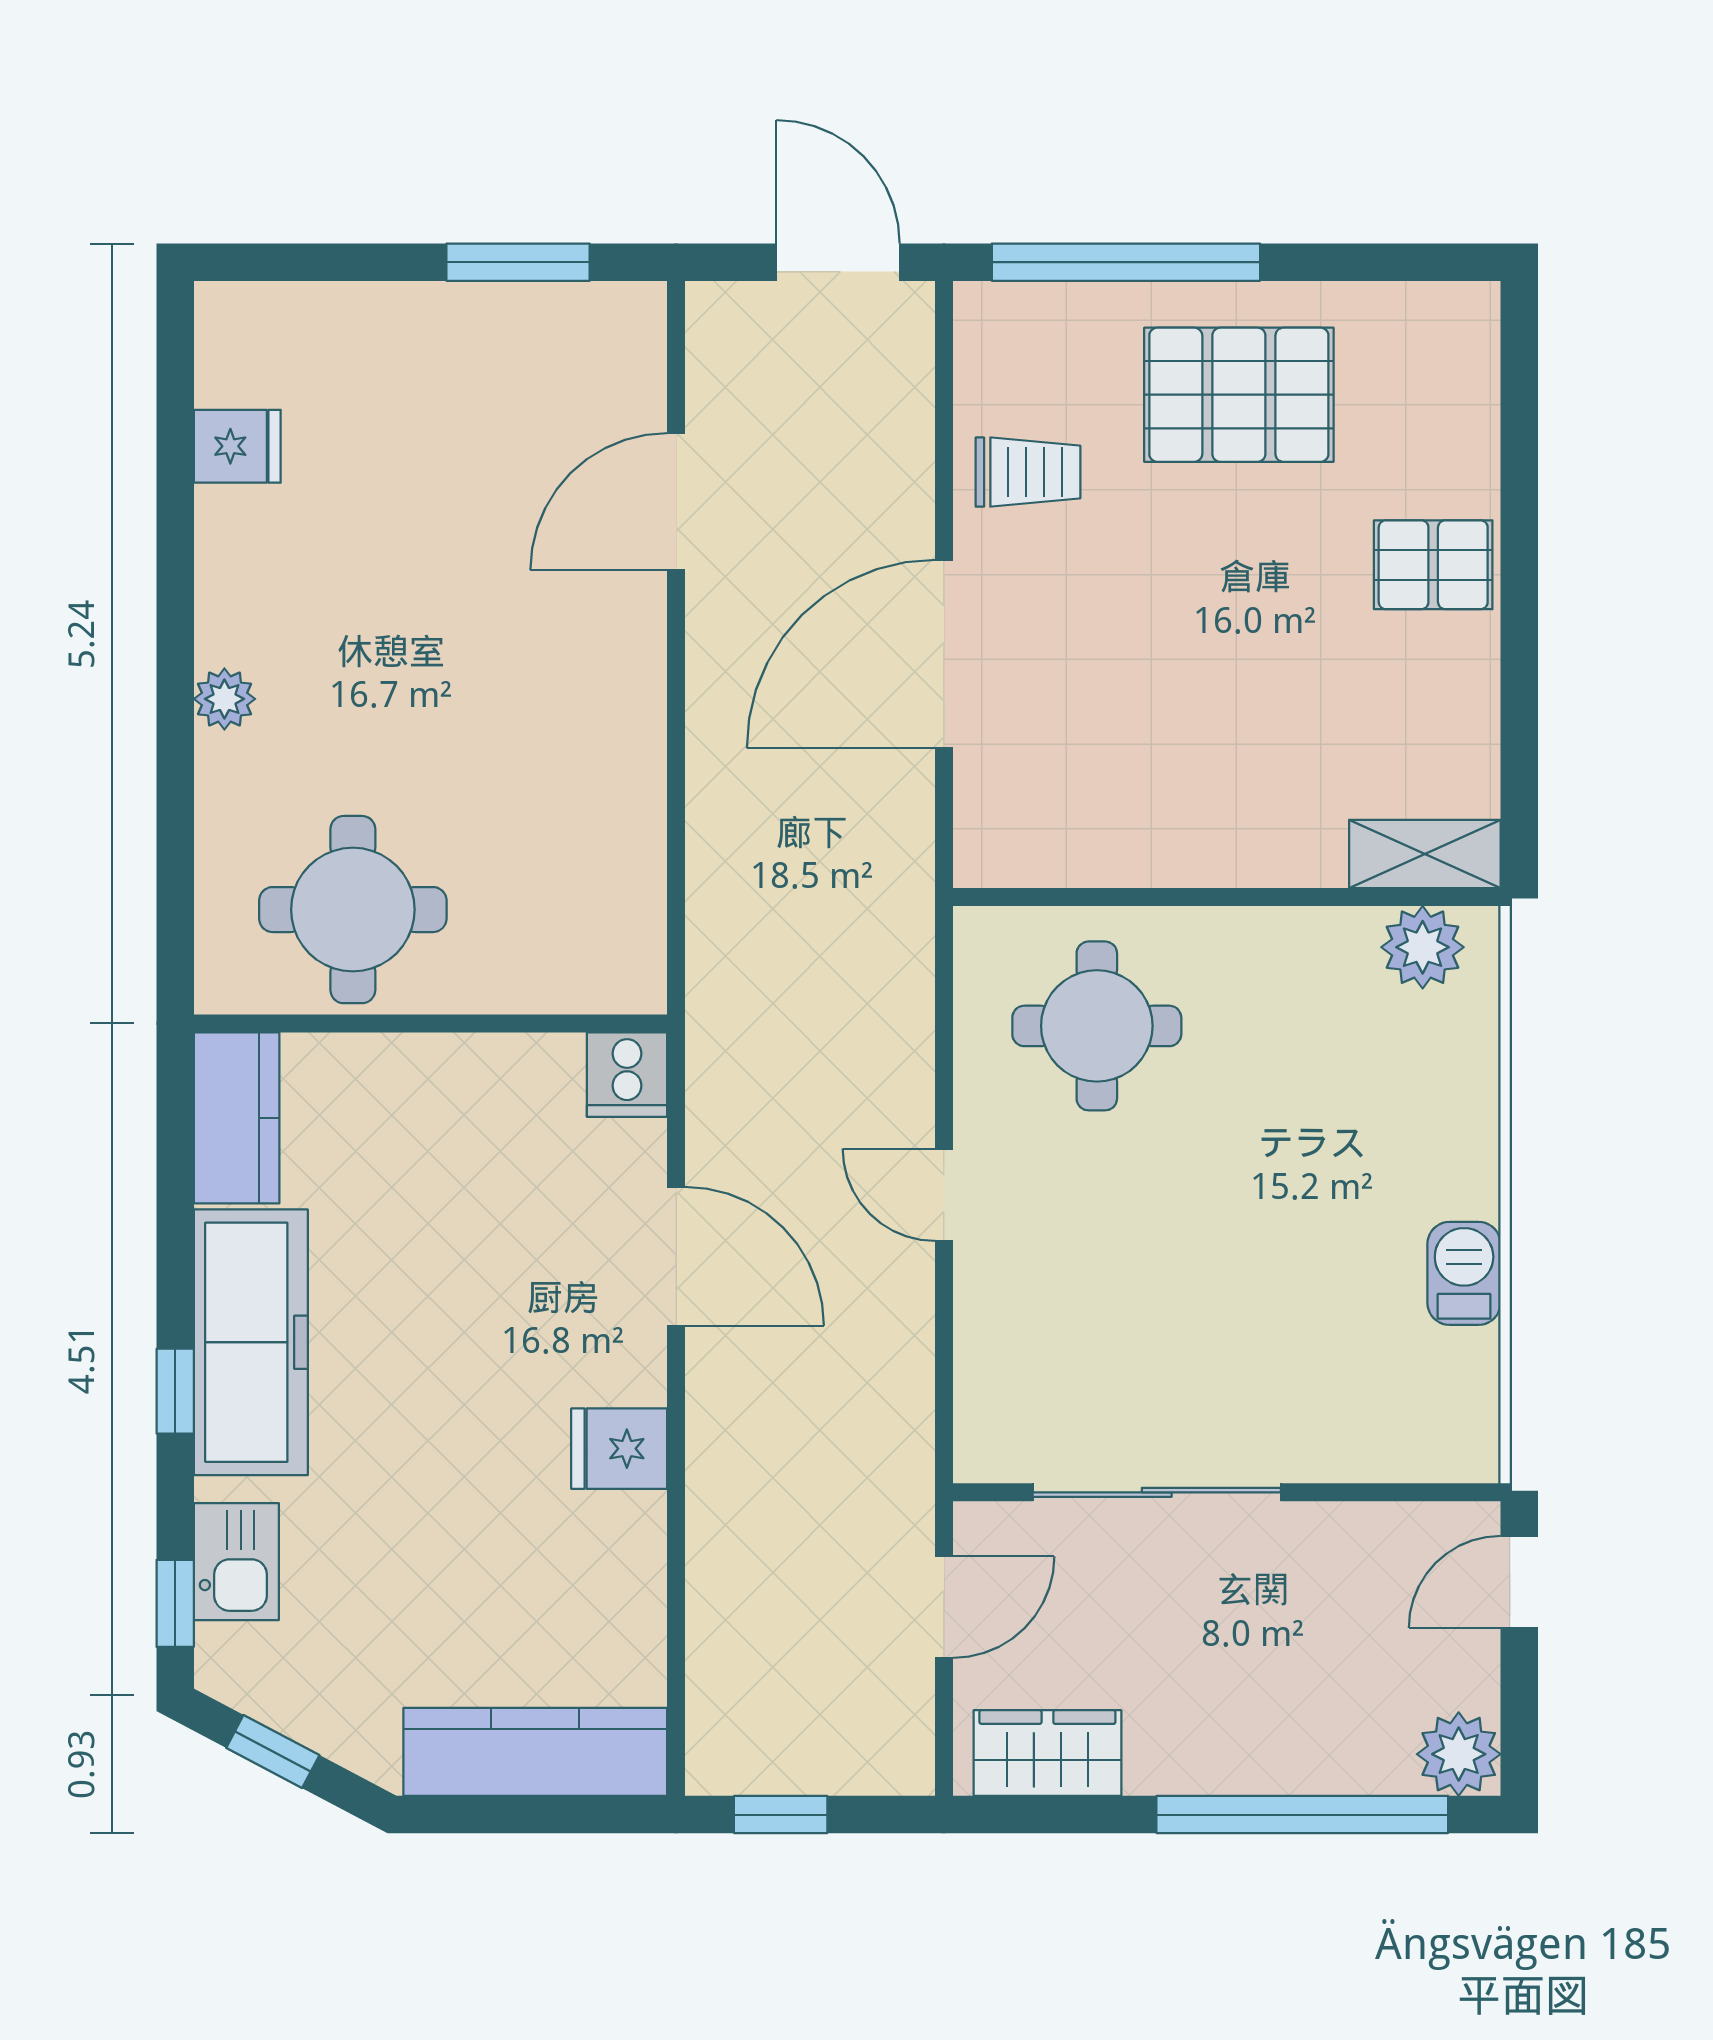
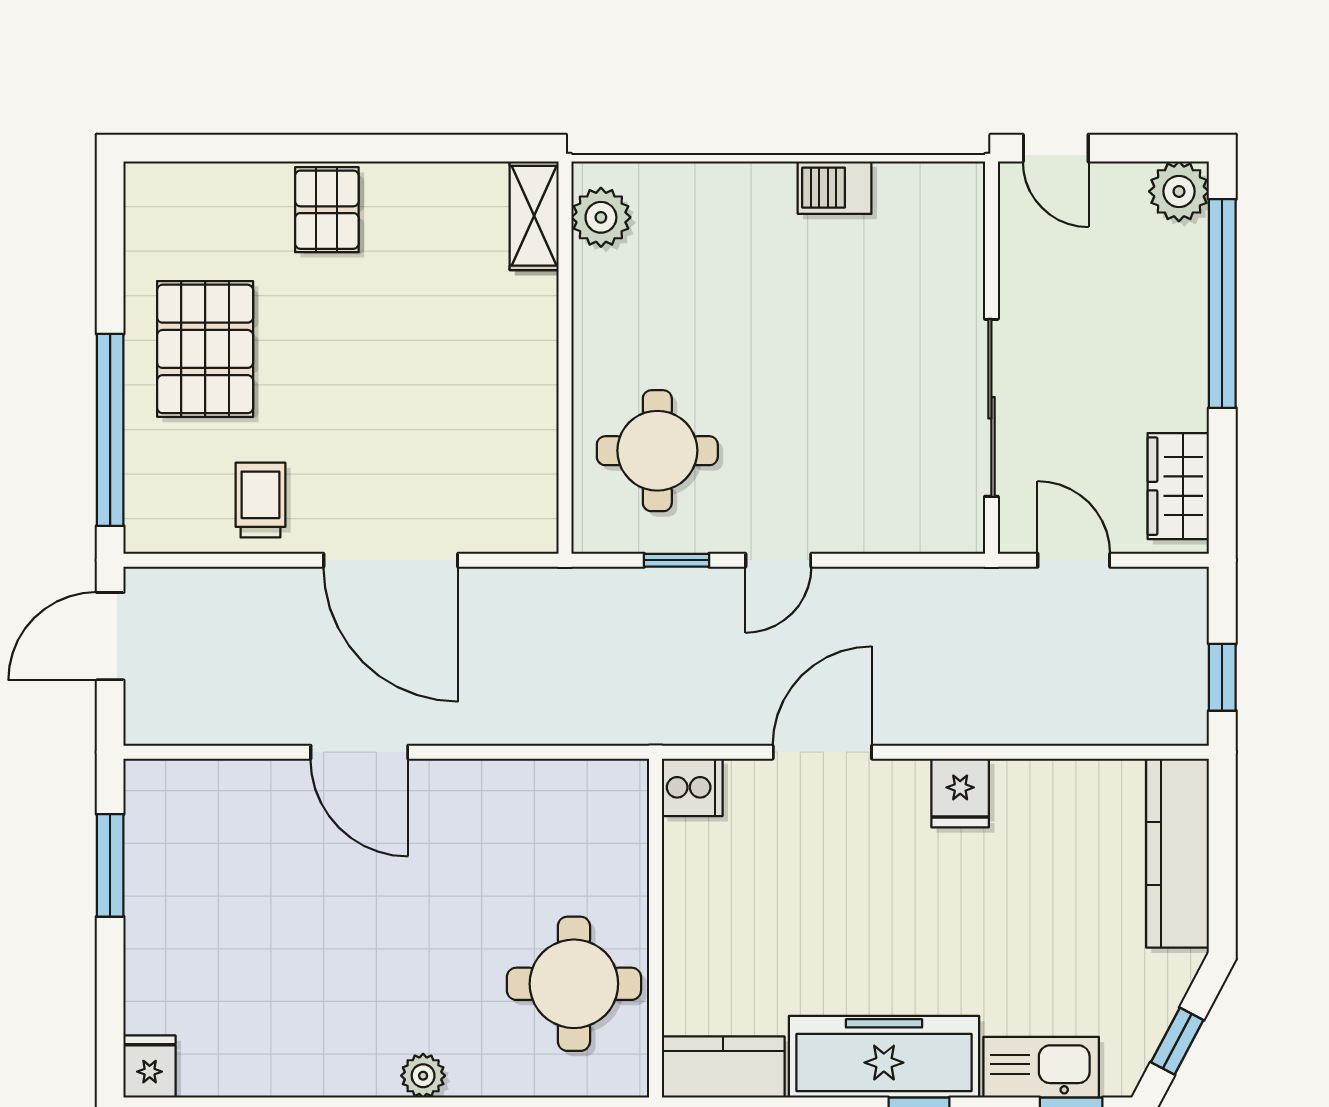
fridge: (237, 446) -> (150, 1067), moved
door: (676, 501) -> (359, 752), moved
window: (944, 1053) -> (677, 560), added
kitchen sink: (236, 1562) -> (1041, 1067), width x1.38

